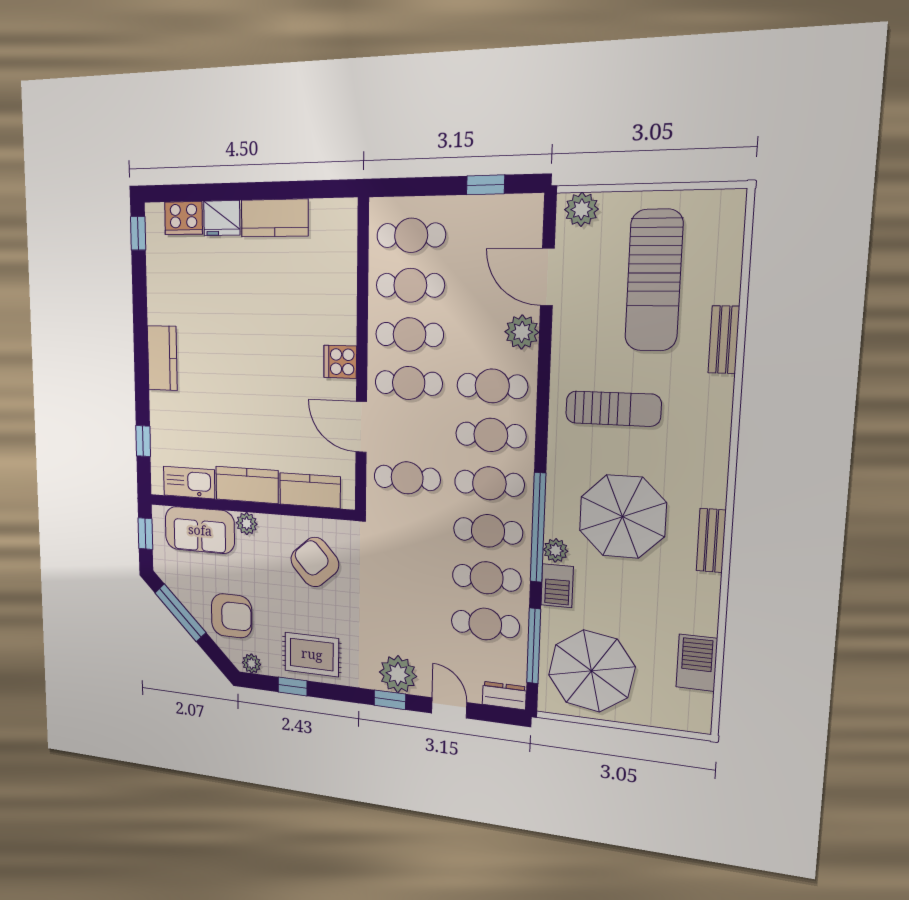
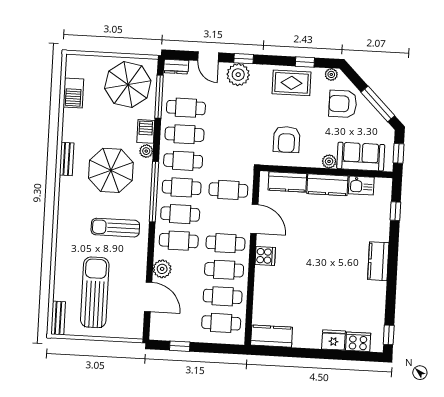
plant: (582, 209) -> (130, 330), removed
kitchen counter: (275, 218) -> (272, 336), moved
bench: (724, 340) -> (58, 318), moved
kitchen sink: (189, 482) -> (361, 186), width x0.73
window: (538, 528) -> (154, 192), moved
armchair: (315, 562) -> (287, 139), turned 42

